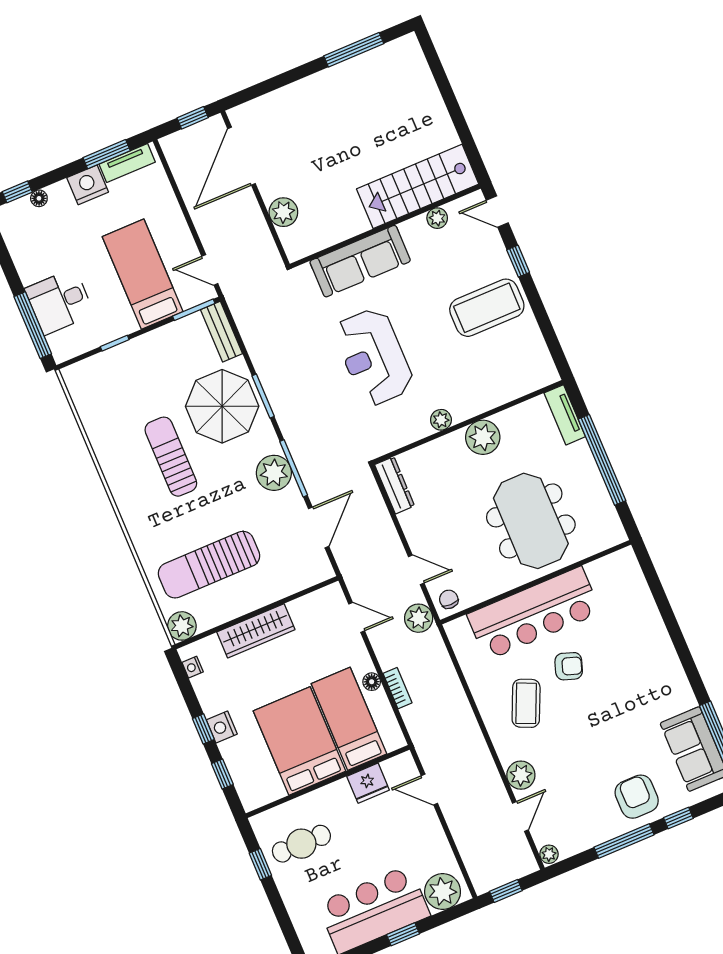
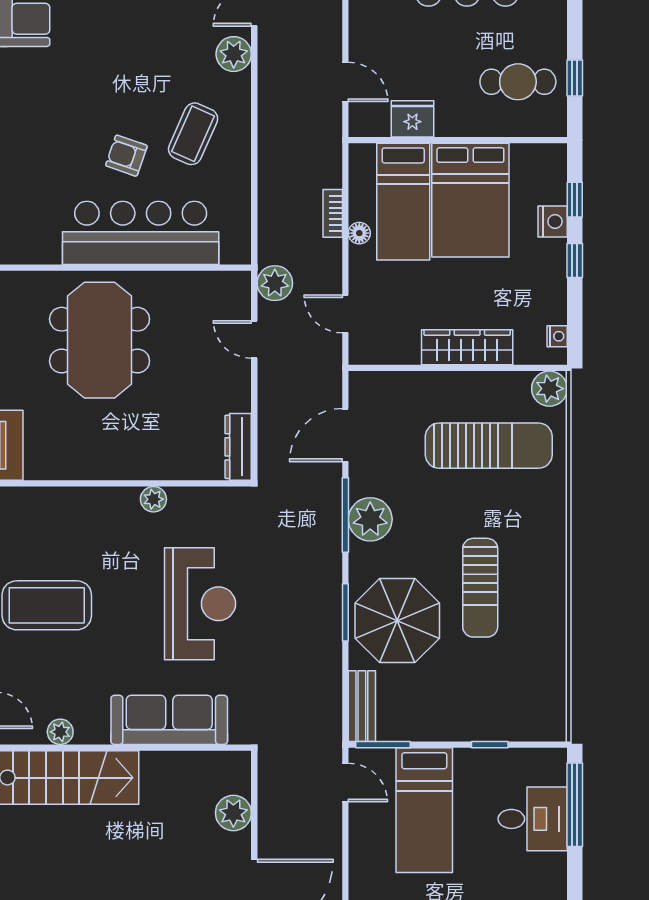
plant: (483, 437) -> (114, 459), removed
chair: (449, 599) -> (231, 290), removed
nightstand: (222, 727) -> (553, 222), moved

